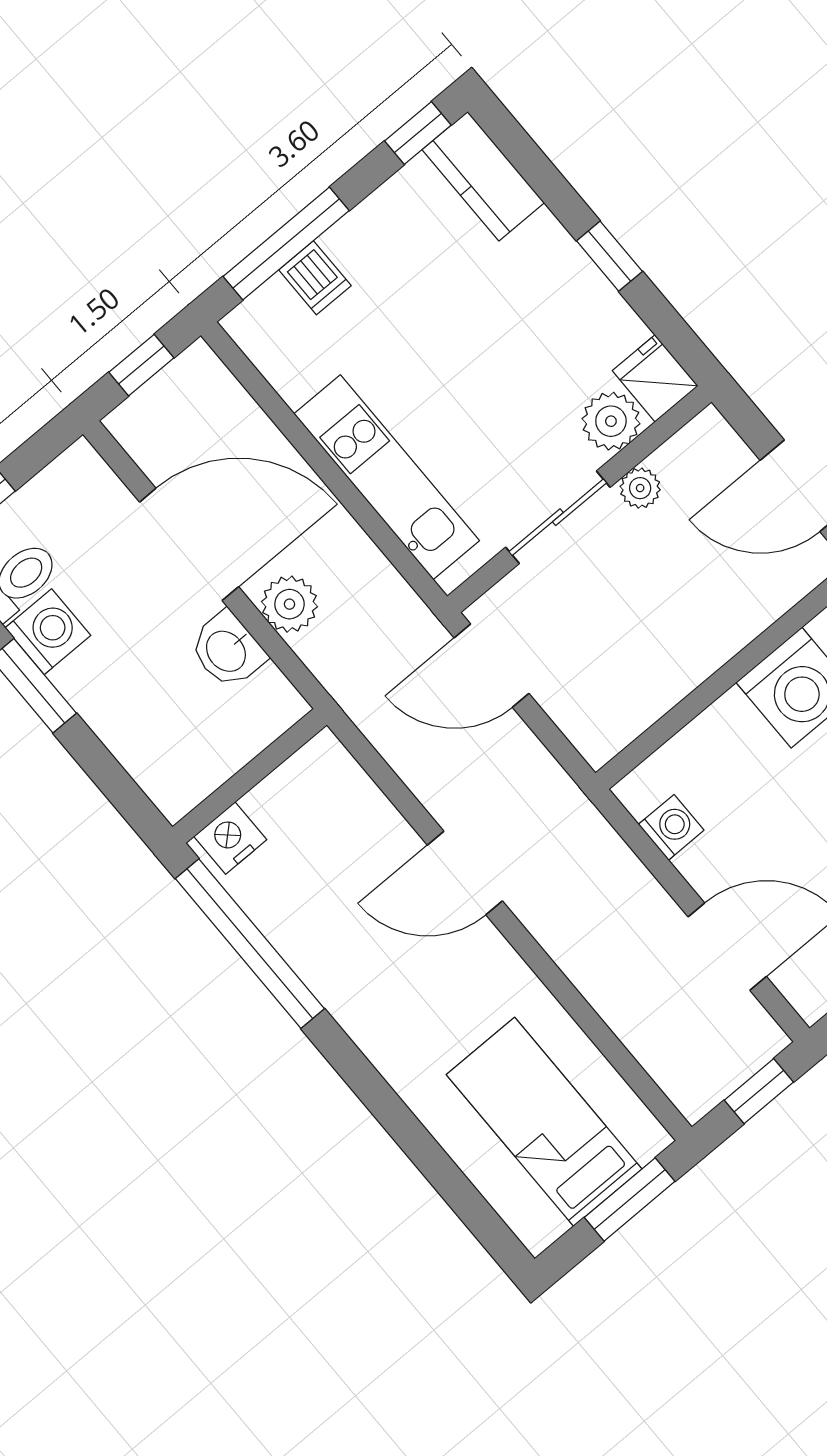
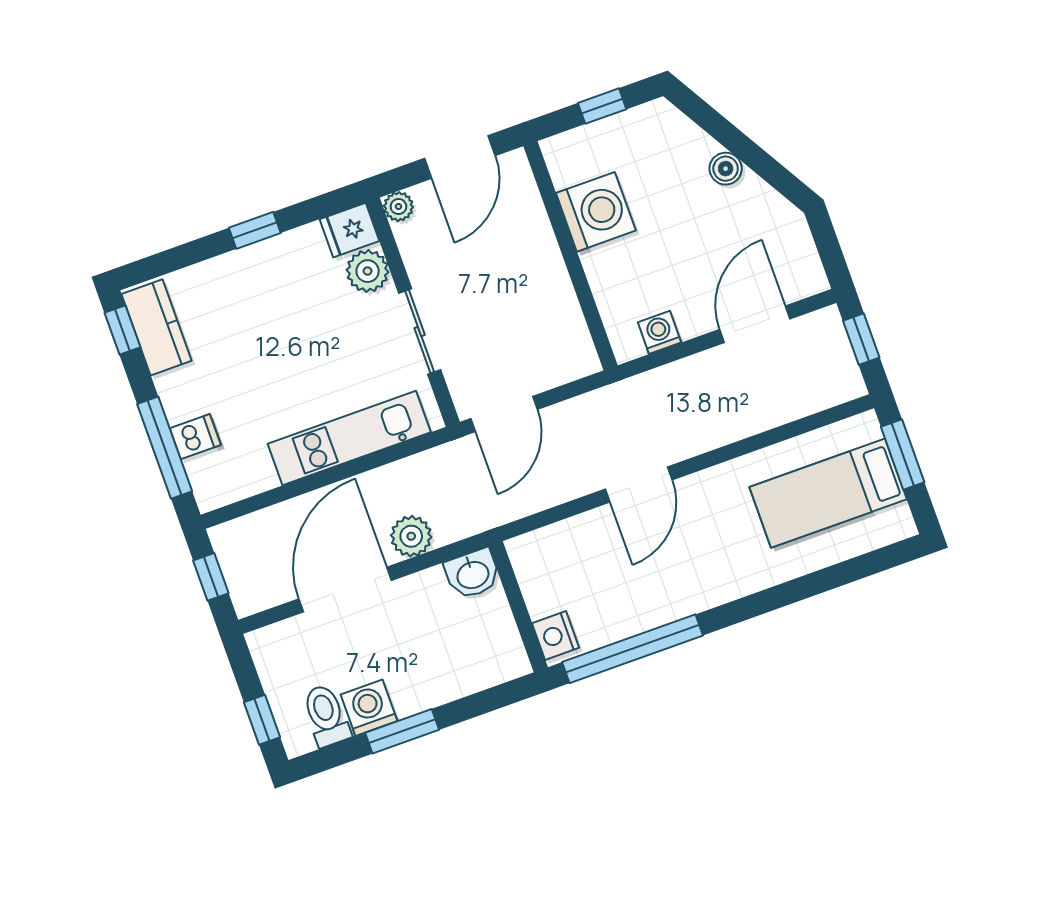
kitchen counter: (483, 176) -> (156, 327), moved, turned -90
plant: (640, 488) -> (398, 207), moved
washbasin: (227, 650) -> (472, 574), moved

